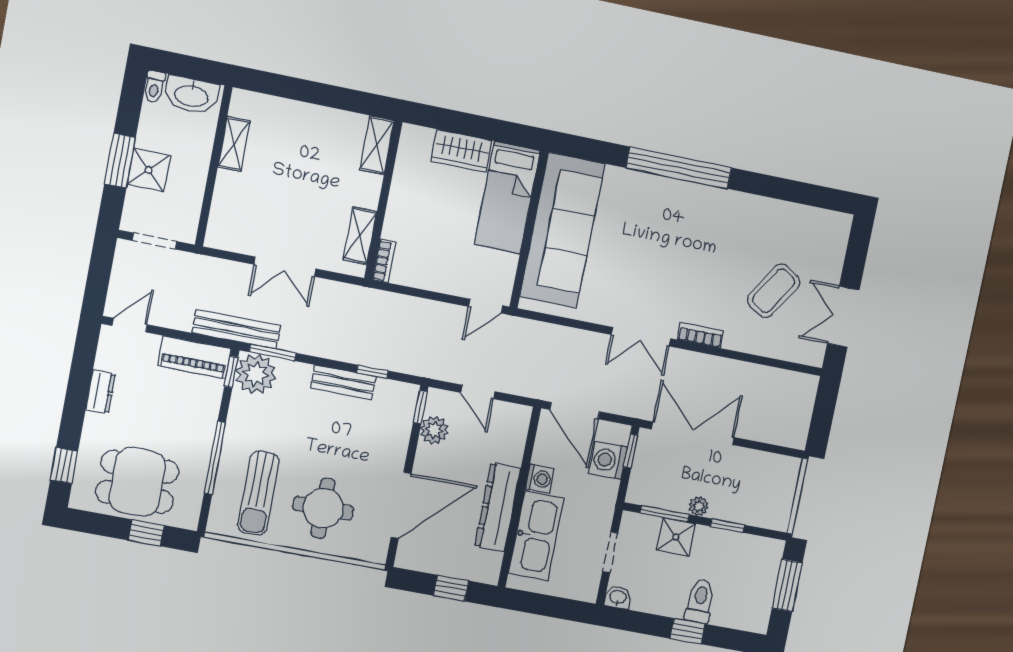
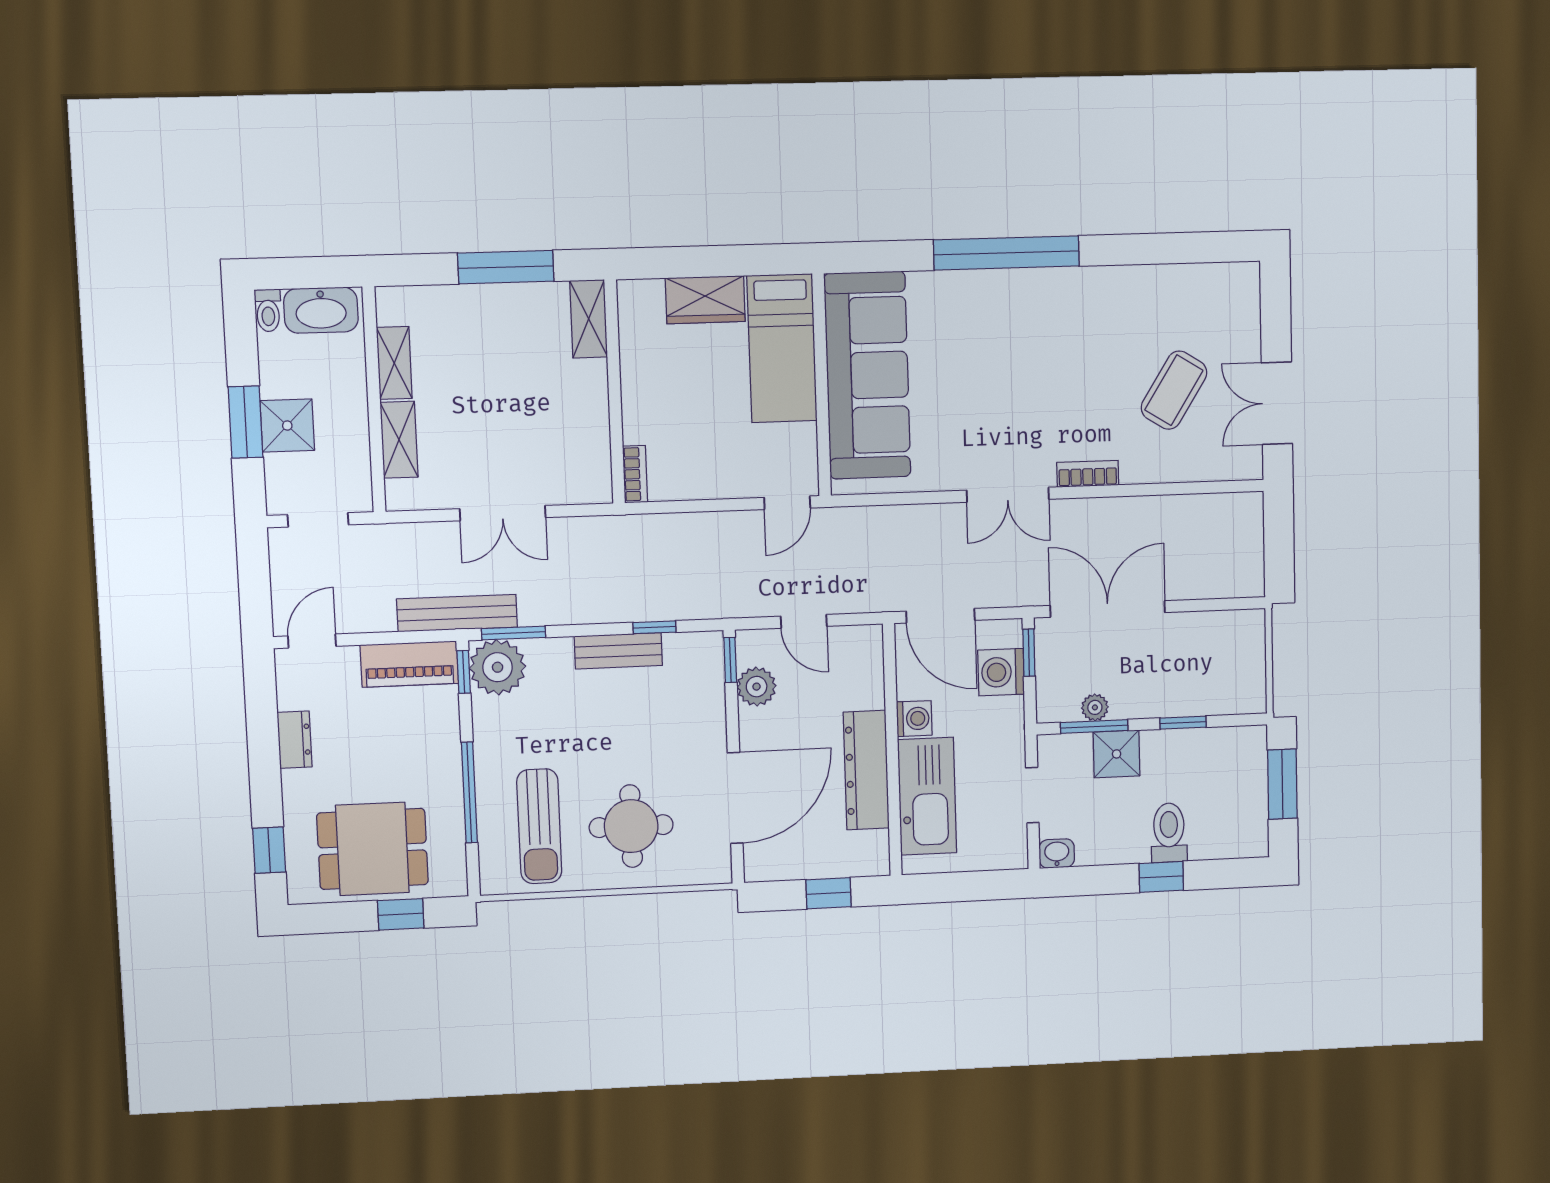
window: (328, 95) -> (506, 267), added
shelving: (360, 236) -> (399, 440), moved
plant: (699, 506) -> (1095, 707), moved

